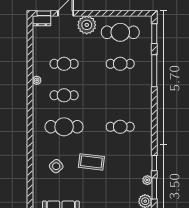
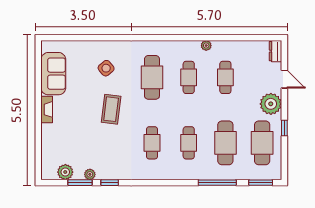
window: (44, 13) -> (284, 128), moved
cafe table: (120, 64) -> (225, 143), width x1.37, depth x1.35
cafe table: (120, 95) -> (189, 143), added

